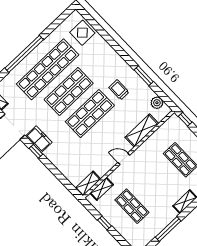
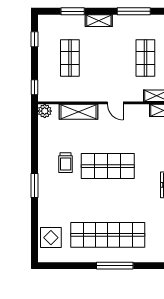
window: (24, 54) -> (115, 266), width x0.68
window: (144, 76) -> (35, 185), moved
shop shelf: (69, 91) -> (108, 200), removed
plant: (157, 103) -> (45, 111), moved

